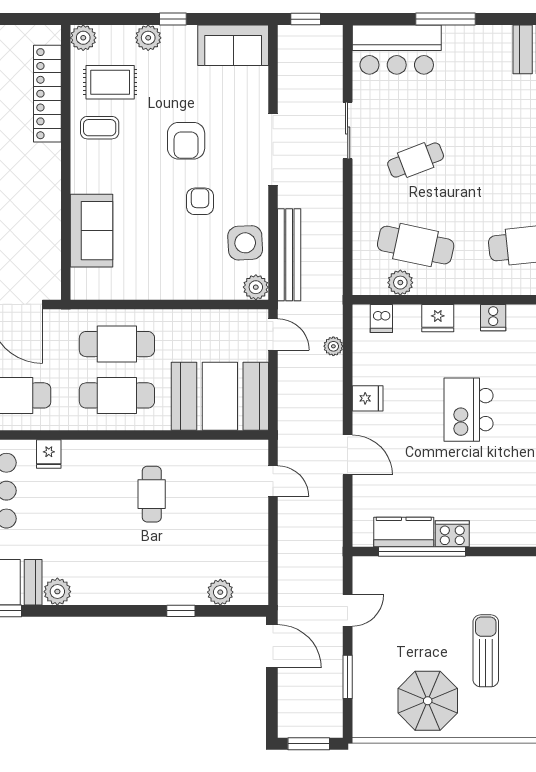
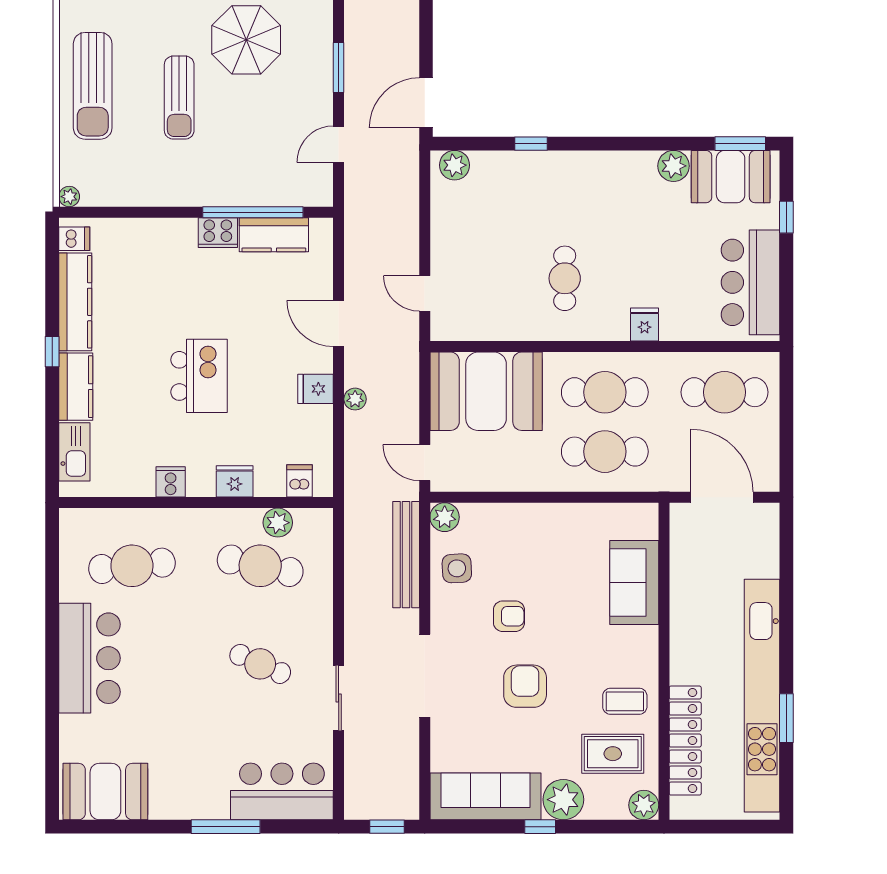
plant: (148, 38) -> (563, 800), width x1.36, depth x1.36
sofa: (233, 45) -> (485, 796), width x1.36
cafe table: (416, 160) -> (260, 664), turned 45
armchair: (200, 201) -> (509, 616), turned -90
side table: (245, 243) -> (457, 568), width x0.73, depth x0.73
plant: (333, 346) -> (355, 399), moved
fridge: (49, 454) -> (645, 325), moved
plant: (220, 592) -> (455, 165), moved
door: (272, 646) -> (426, 103), hinge flipped

